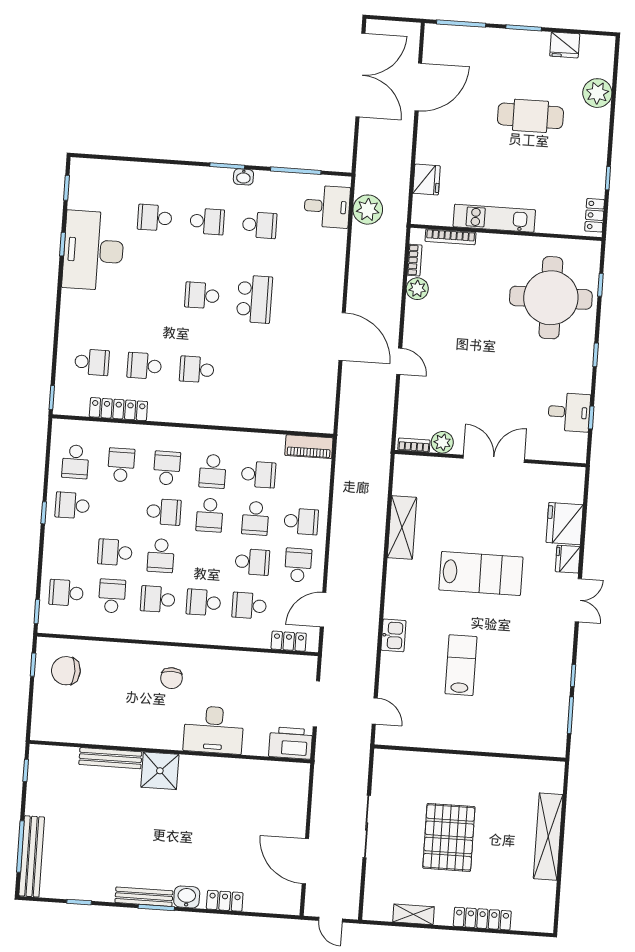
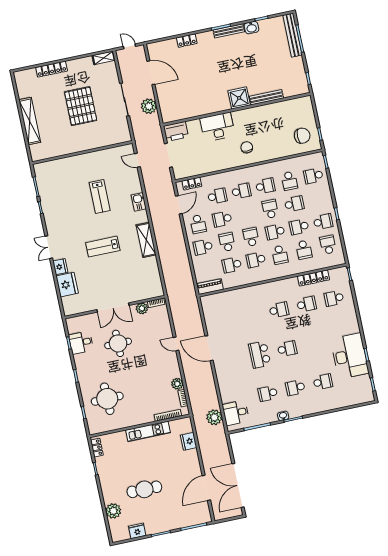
round table: (551, 298) -> (107, 399), width x0.73, depth x0.73
round table: (503, 392) -> (118, 343), added
school desk: (213, 471) -> (256, 260), turned -90
school desk: (118, 509) -> (299, 227), added
shelving: (402, 527) -> (146, 240), moved
lab bench: (481, 573) -> (103, 247), width x0.73, depth x0.72
school desk: (66, 593) -> (313, 176), turned 180
plant: (326, 802) -> (149, 106), added
washbasin: (187, 897) -> (252, 28), moved
shelving: (413, 914) -> (104, 58), moved

